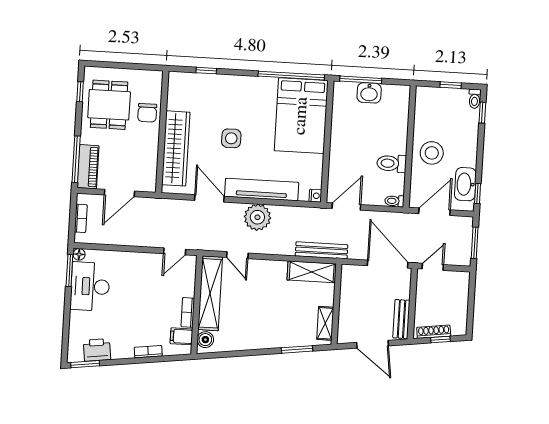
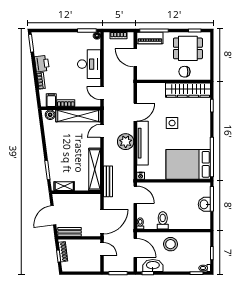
wardrobe: (176, 148) -> (188, 90), moved
shelving: (312, 272) -> (95, 169), width x1.47
desk: (90, 286) -> (89, 64), moved, turned 90
printer: (97, 350) -> (42, 64), moved

